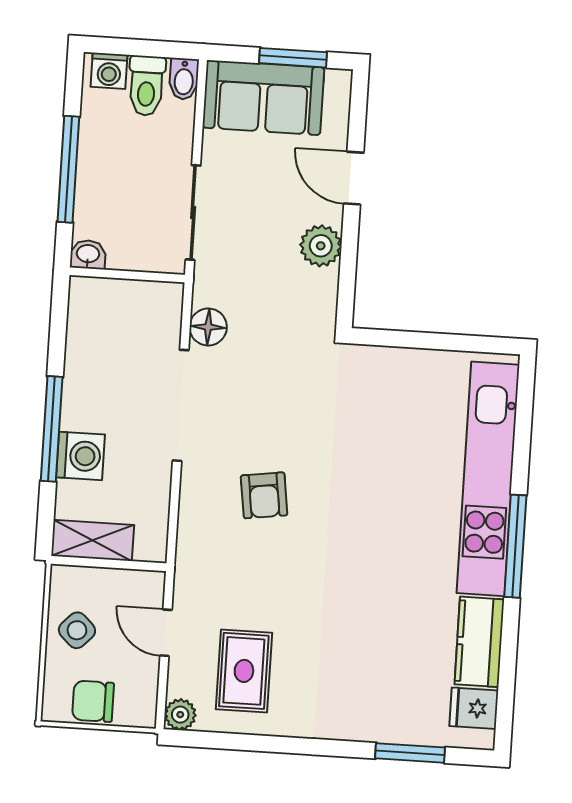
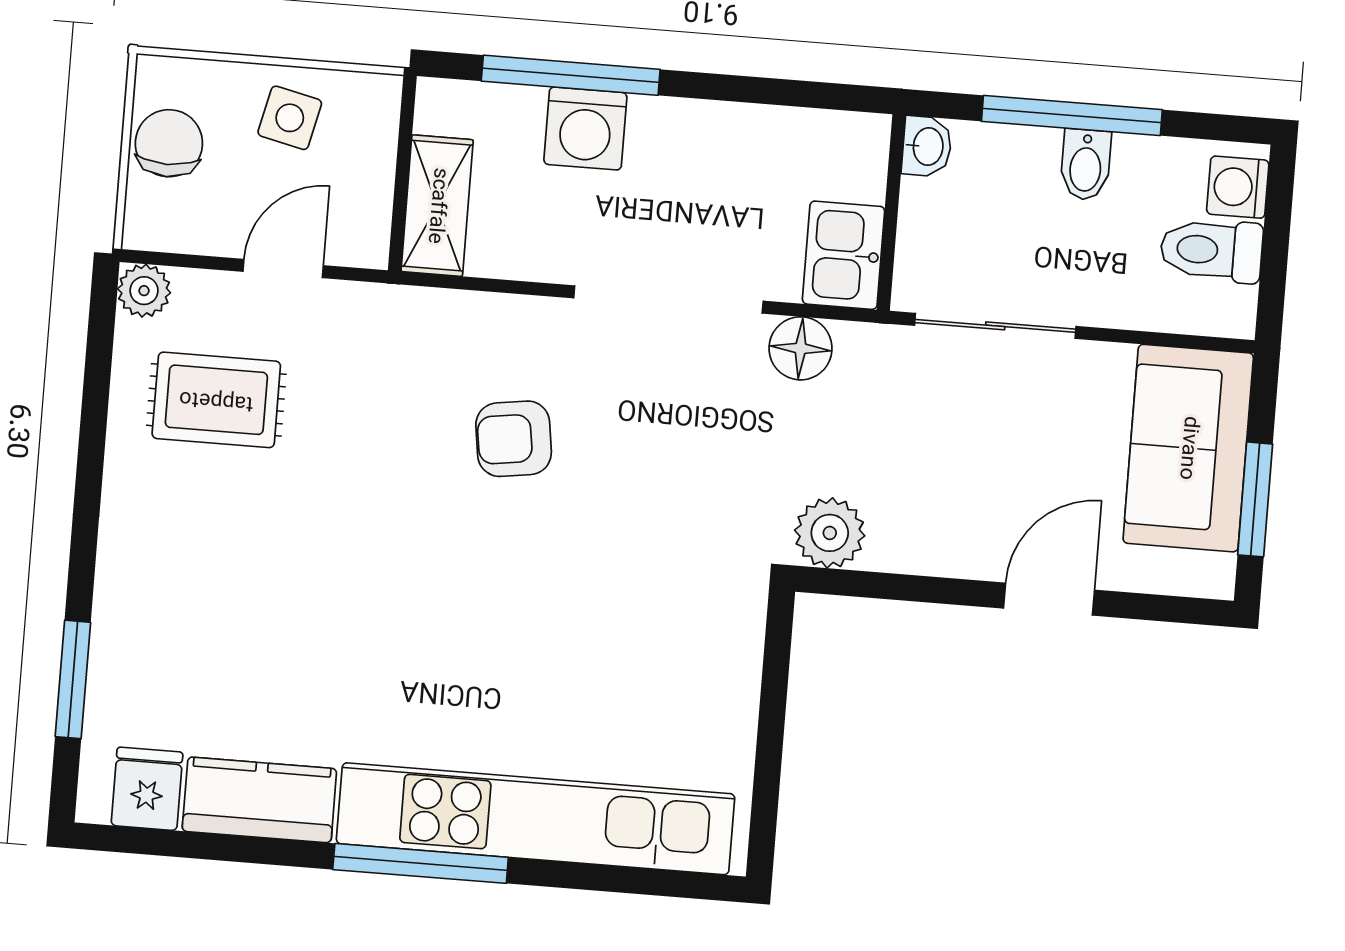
bidet: (184, 79) -> (1086, 165), moved, turned -90
plant: (321, 246) -> (830, 533), moved
kitchen sink: (153, 303) -> (844, 255), added
window: (52, 429) -> (571, 75), moved
shelving: (93, 540) -> (437, 206), moved
side table: (77, 630) -> (290, 118), turned -31

